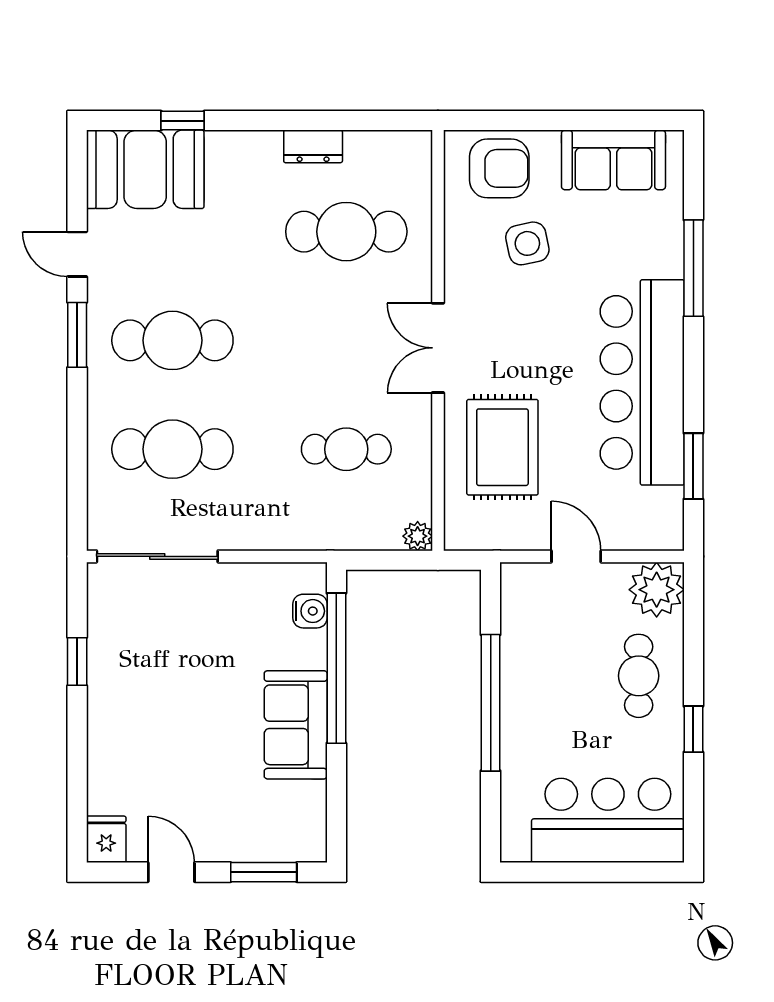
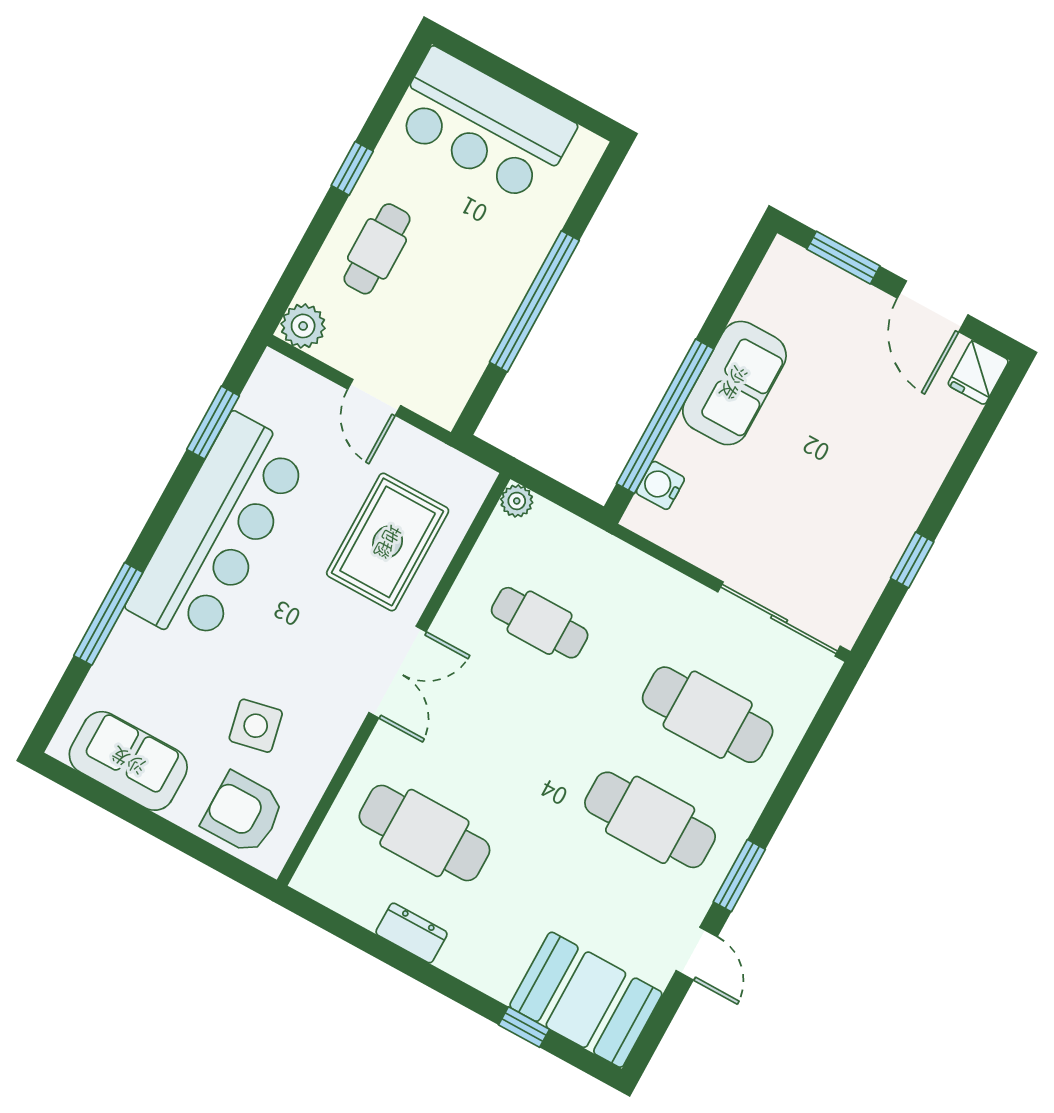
plant: (657, 590) -> (303, 326), width x0.73, depth x0.73
door: (171, 872) -> (933, 306), width x1.38

